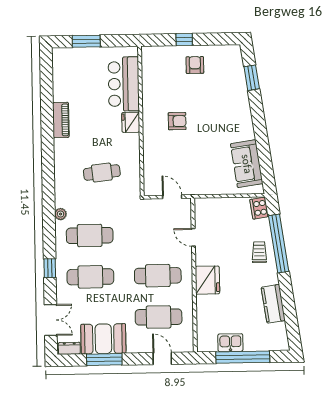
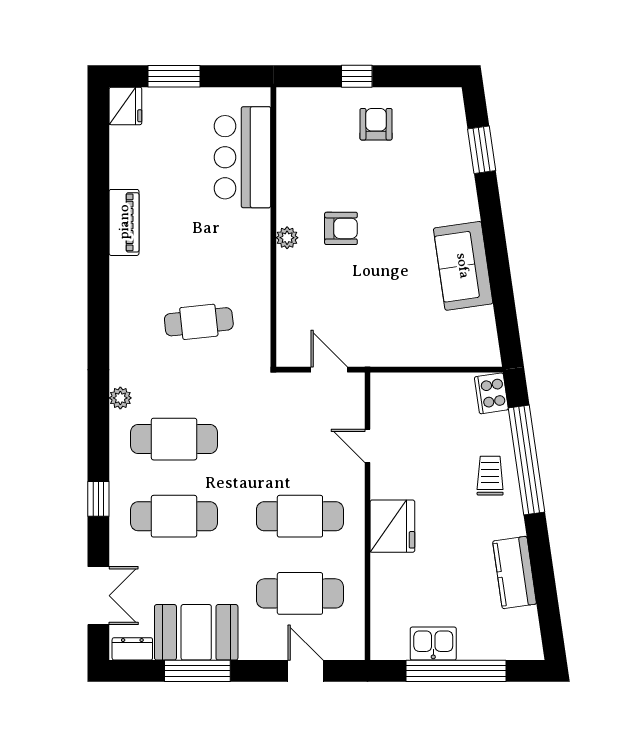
fridge: (131, 122) -> (125, 106), moved, turned 180
plant: (148, 127) -> (287, 238), added
sofa: (247, 164) -> (463, 266), moved

